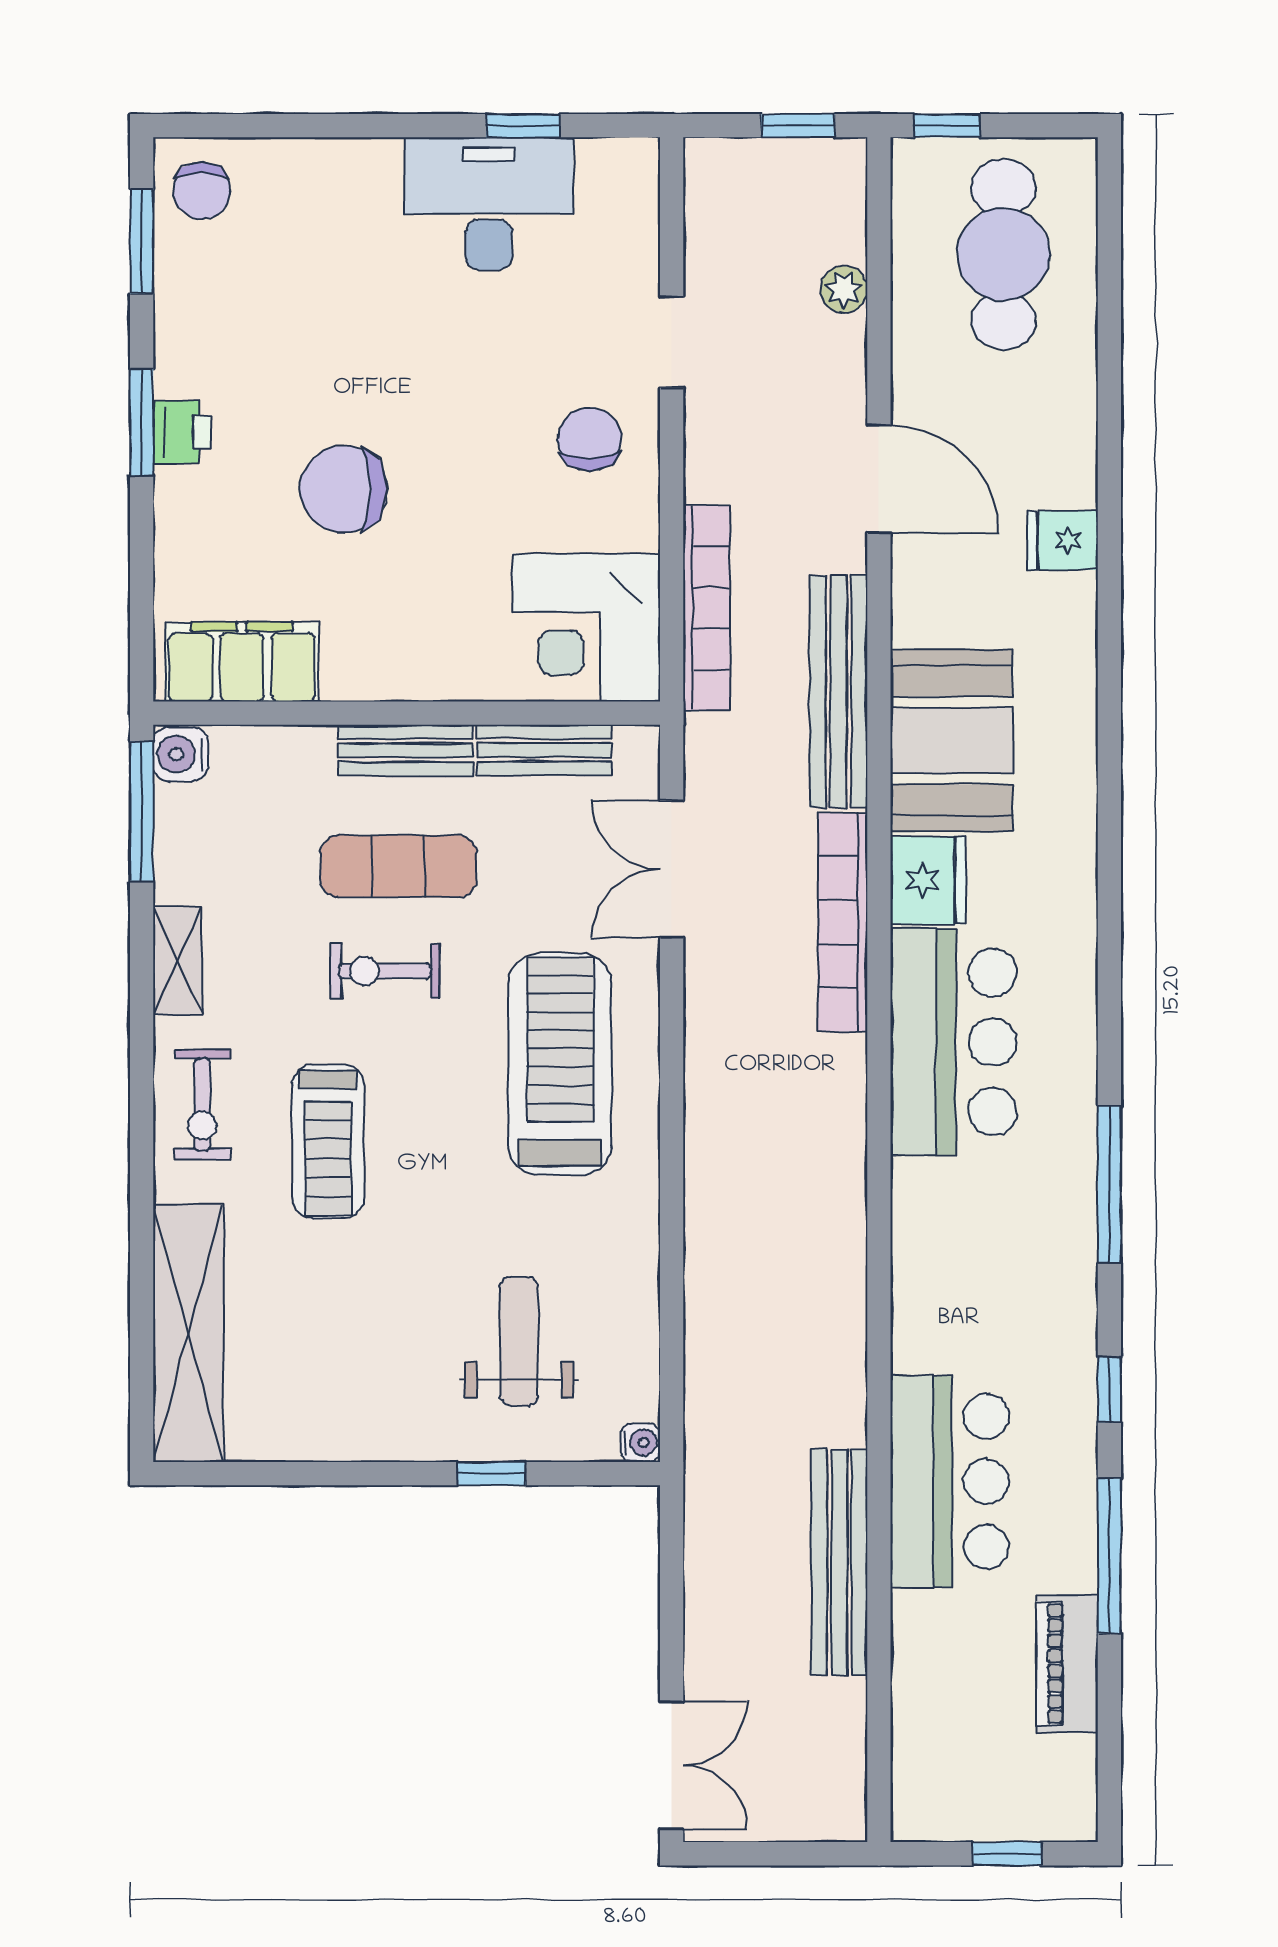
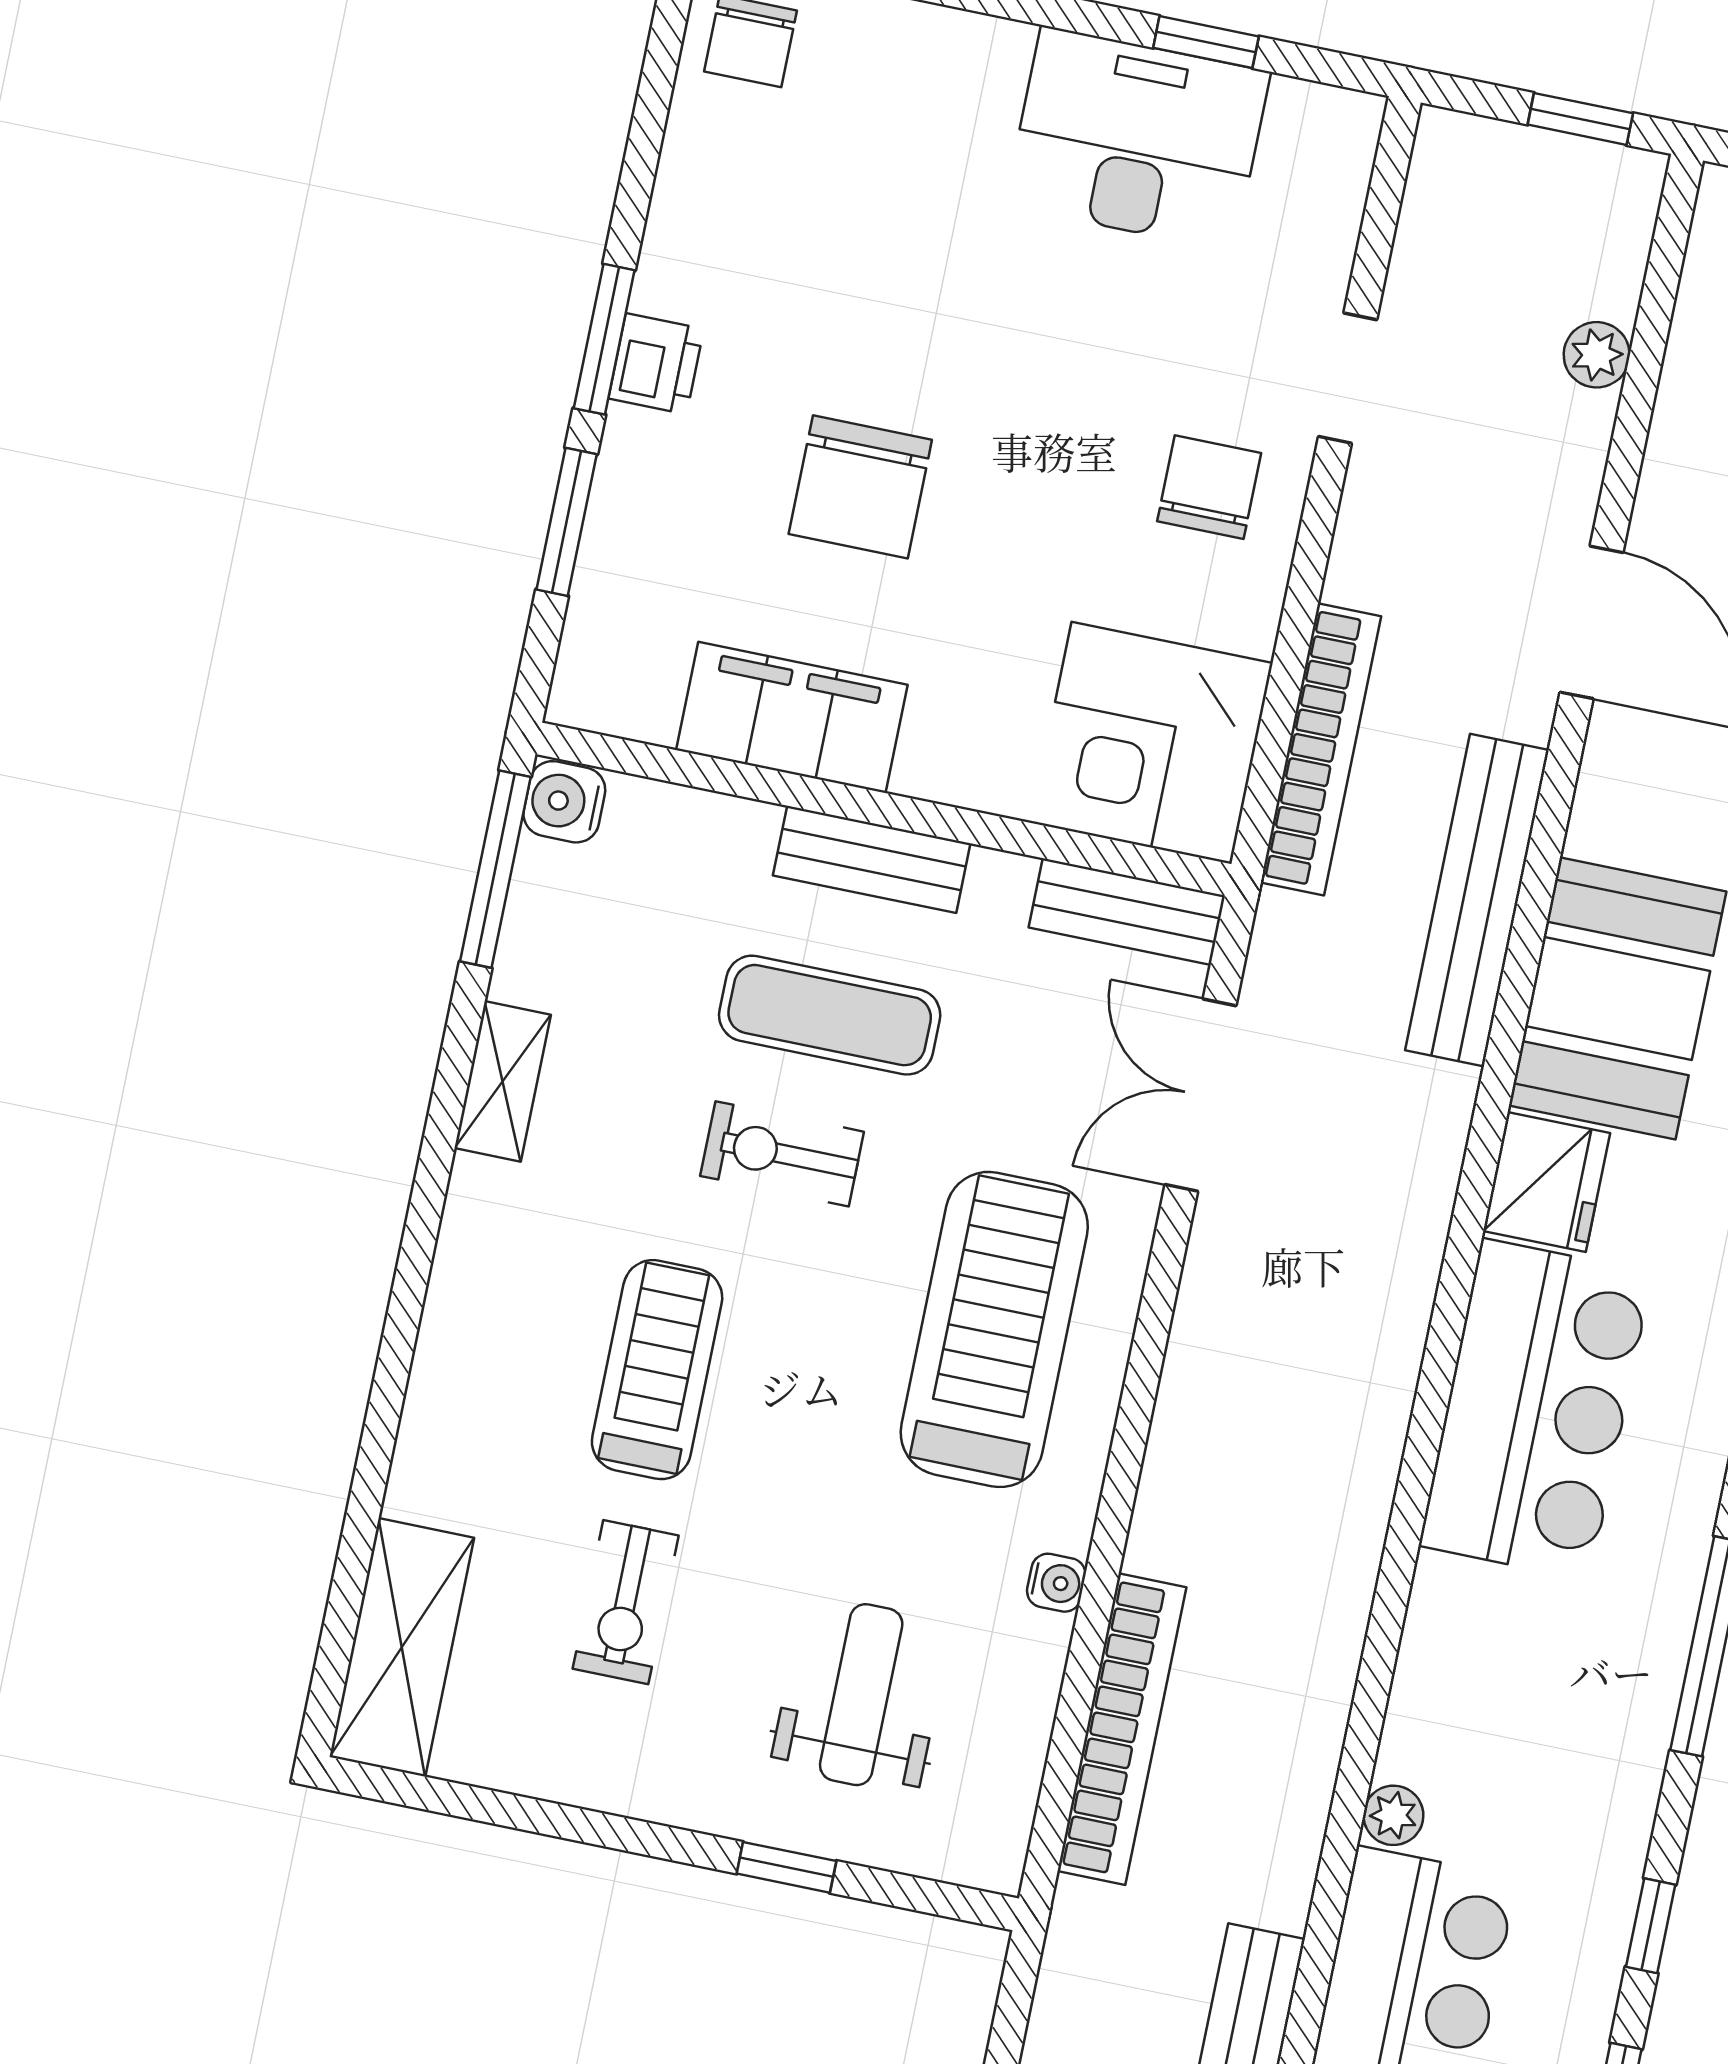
window: (142, 241) -> (567, 522), moved
chair: (344, 489) -> (860, 487), turned -90
filing cabinet: (242, 662) -> (792, 717), moved
bench: (544, 750) -> (1127, 912), moved
bookcase: (843, 922) -> (1122, 1729), moved, turned 180
exercise bike: (202, 1105) -> (626, 1602), moved
treadmill: (328, 1141) -> (657, 1370), turned 180
shelving: (188, 1333) -> (402, 1647), width x0.68
plant: (912, 1349) -> (1393, 1815), added
water cooler: (640, 1442) -> (1056, 1583), moved

